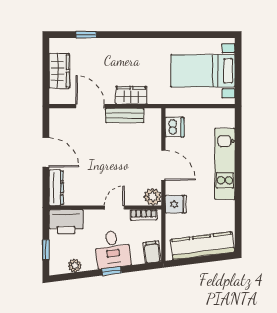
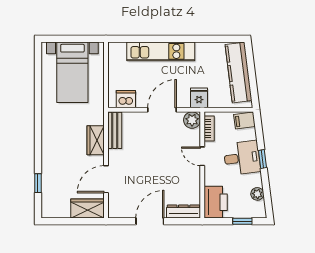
wardrobe: (59, 71) -> (88, 209), moved
bench: (125, 115) -> (115, 130), moved

